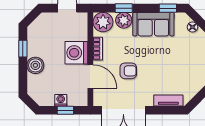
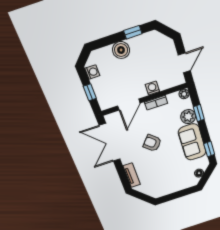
plant: (103, 22) -> (184, 94), width x0.53, depth x0.53
washing machine: (76, 53) -> (152, 88), width x0.53, depth x0.53
armchair: (128, 71) -> (152, 143), moved, turned 131
washing machine: (61, 100) -> (92, 72), moved

